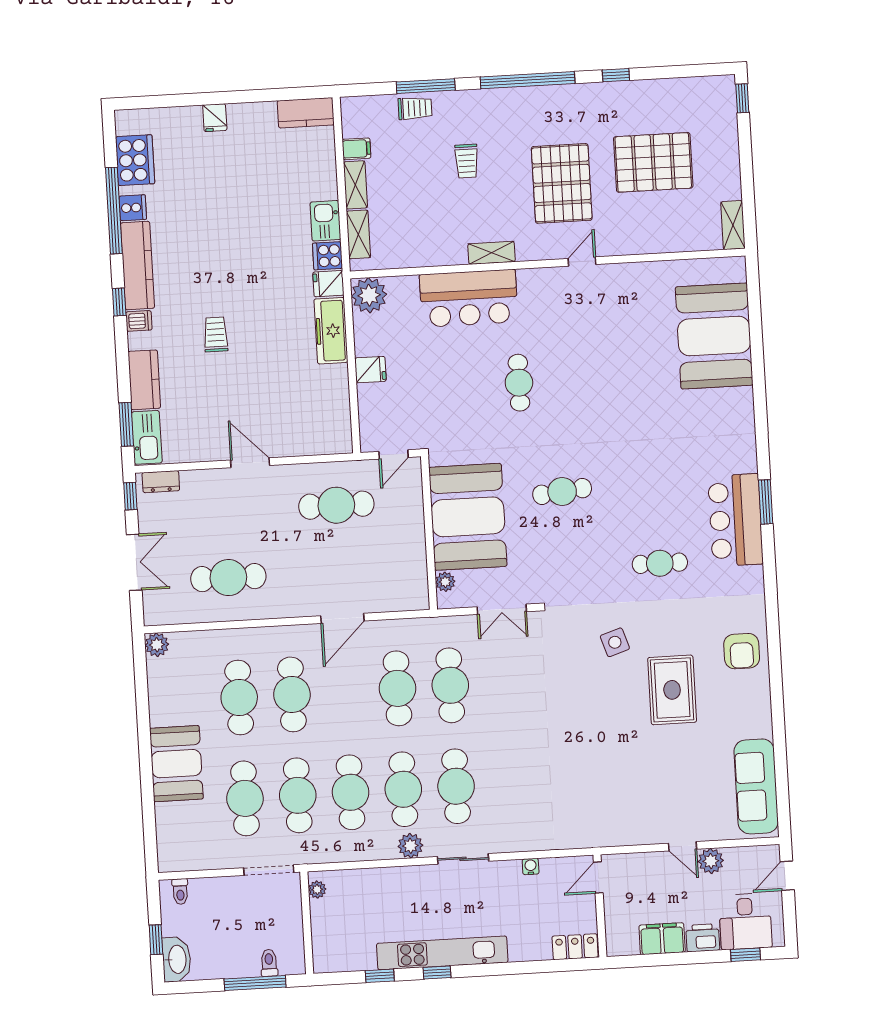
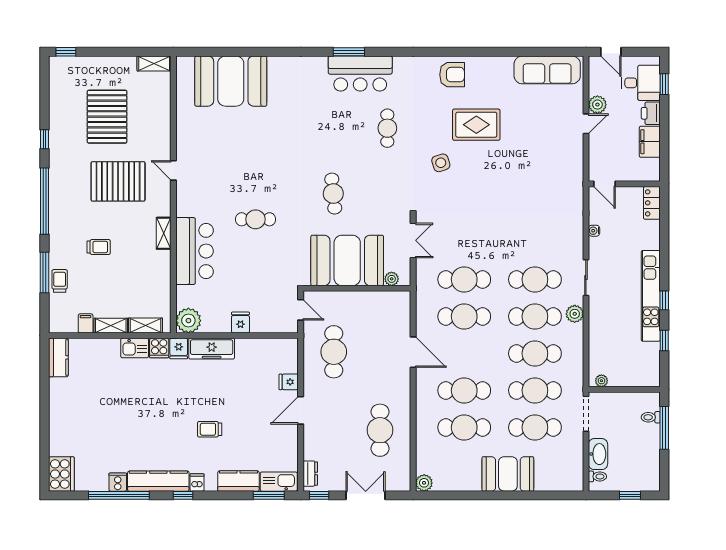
fridge: (215, 118) -> (289, 382), moved, turned 180
cooker: (135, 160) -> (61, 474), moved, turned 90
washbasin: (177, 959) -> (598, 454), moved, turned 90

